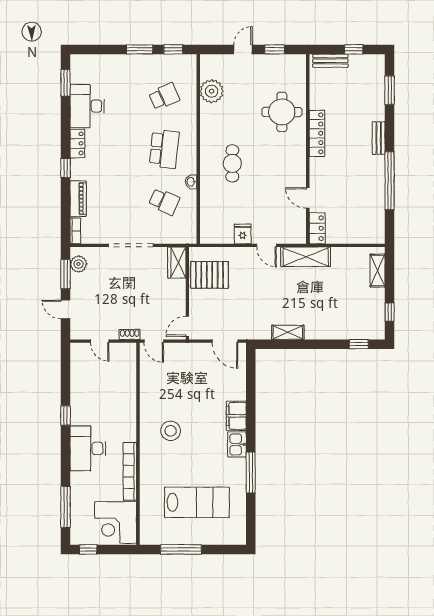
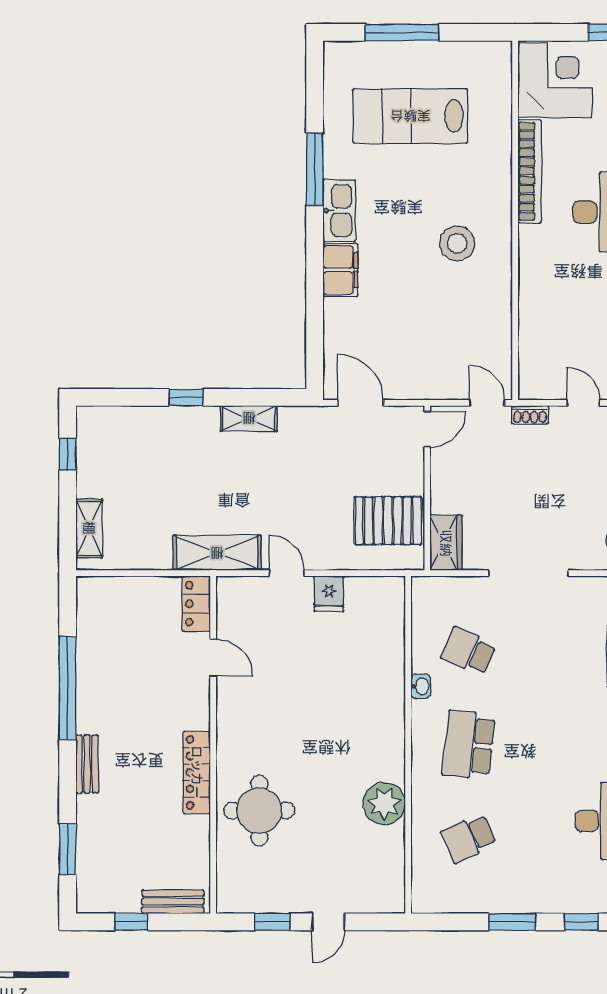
window: (173, 49) -> (581, 922), moved
plant: (212, 91) -> (384, 804), moved
cafe table: (232, 163) -> (347, 719), removed
window: (359, 344) -> (186, 397), moved
kitchen sink: (237, 444) -> (339, 211), width x1.38
window: (181, 549) -> (402, 32), moved

